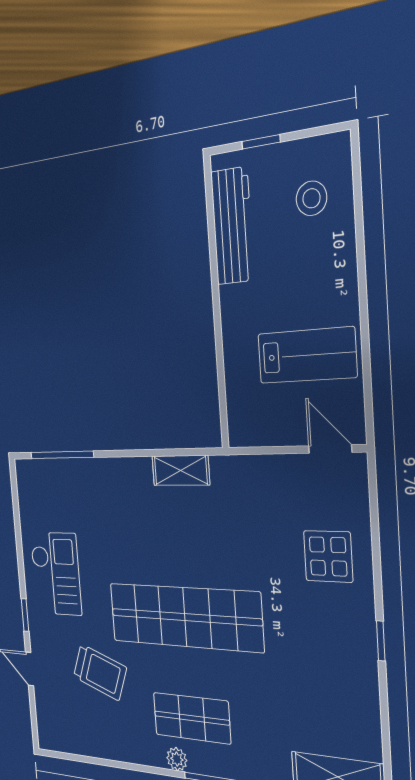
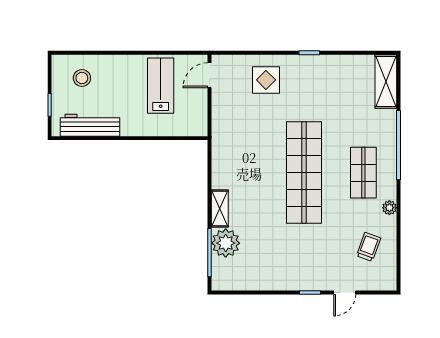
shelving: (181, 470) -> (220, 209), moved
plant: (77, 481) -> (226, 243), added
checkout: (56, 574) -> (282, 265), removed
trolley: (100, 672) -> (369, 247), moved, width x0.73, depth x0.72
plant: (177, 759) -> (389, 208), moved

